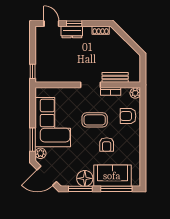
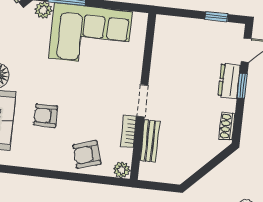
window: (33, 71) -> (217, 17), moved
armchair: (128, 116) -> (87, 154), turned -106
coffee table: (95, 120) -> (87, 101), removed

